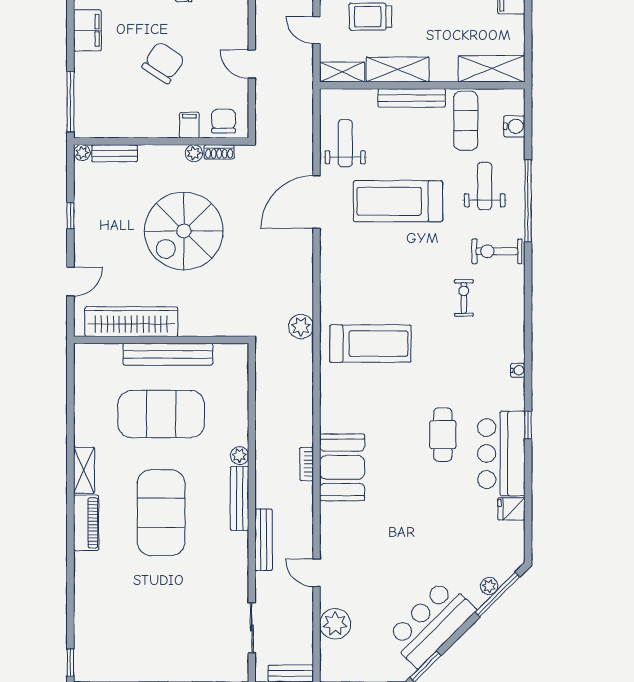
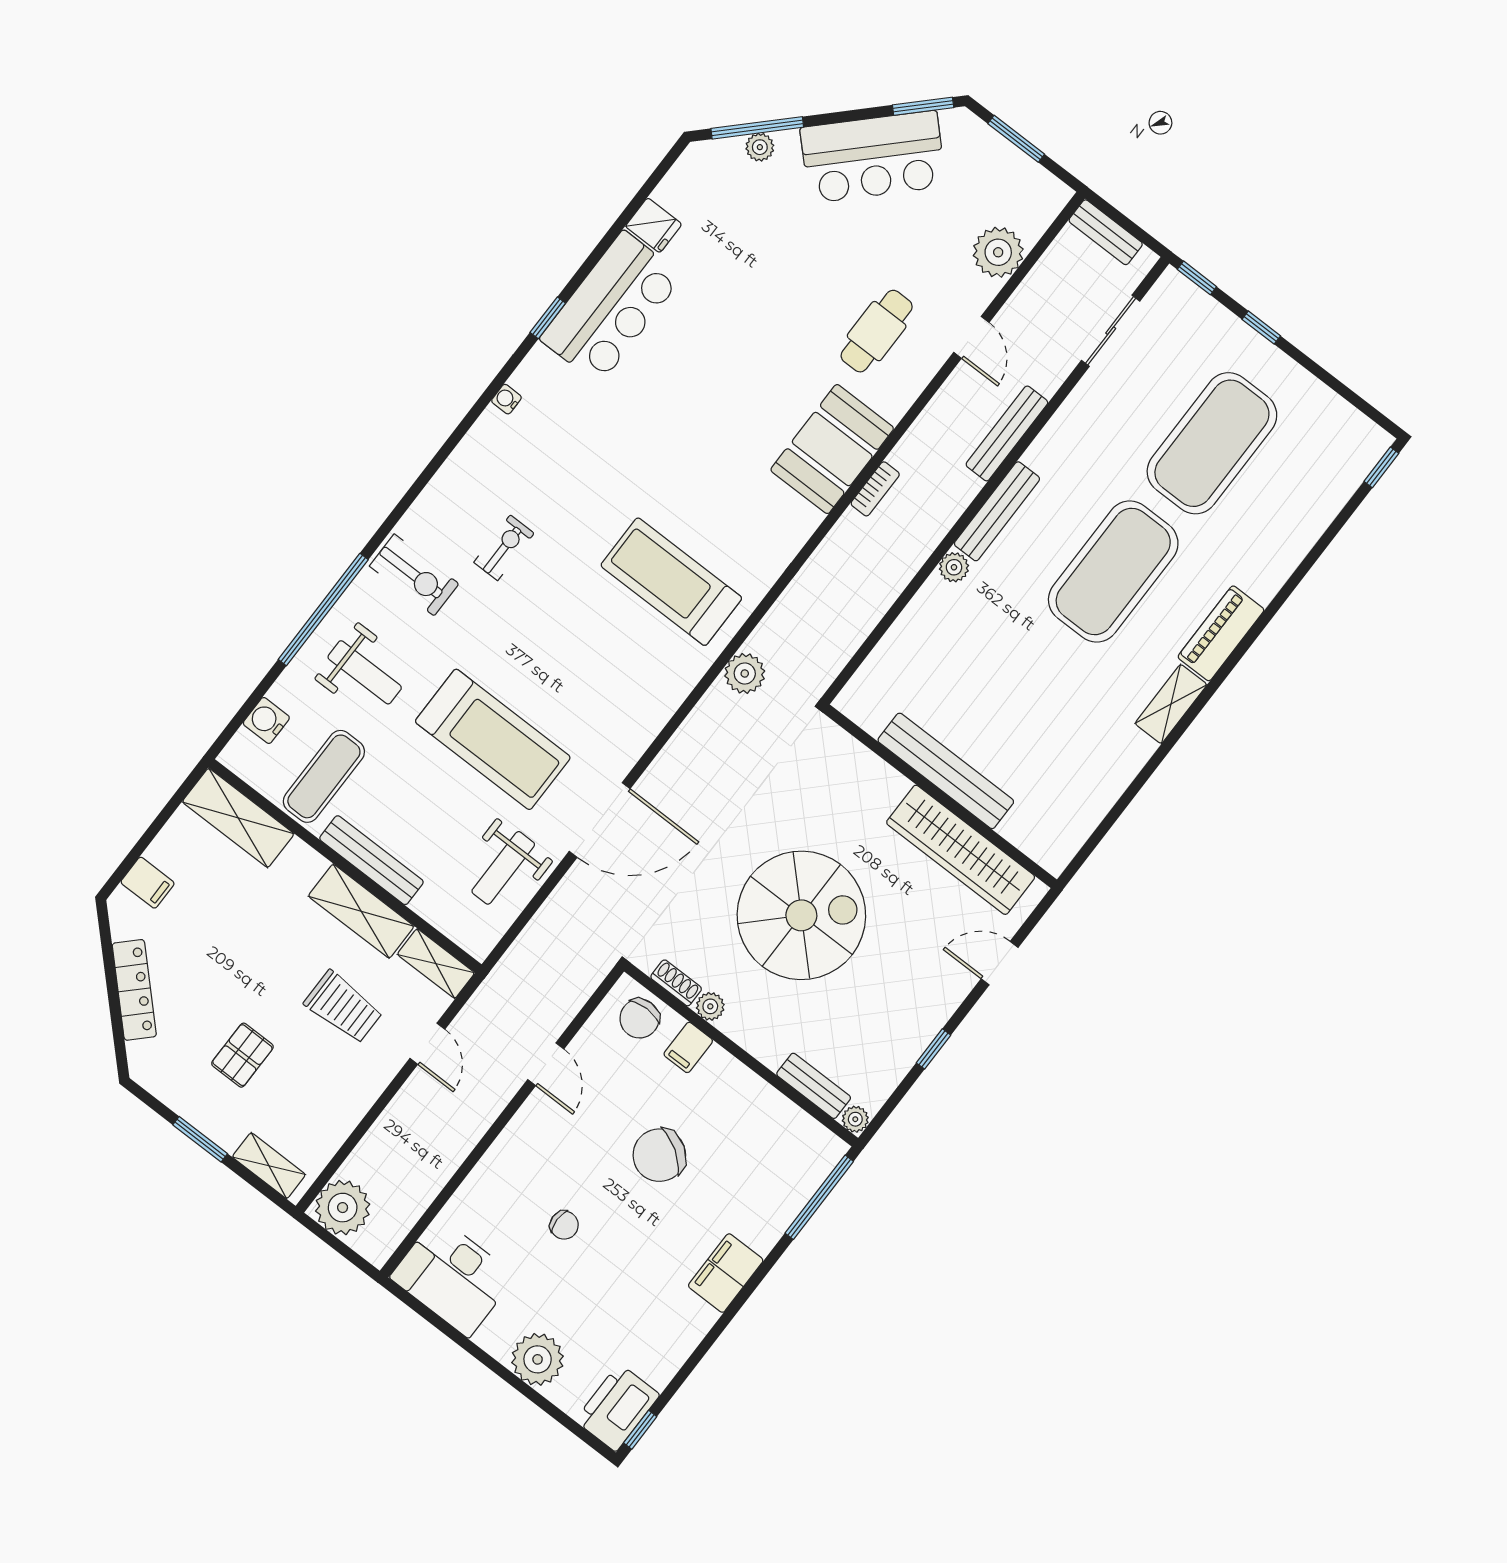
weight bench: (485, 186) -> (365, 672), turned -90
exercise bike: (464, 298) -> (504, 548), turned 180
exercise mat: (161, 414) -> (1212, 443), moved, turned 90
cafe table: (443, 435) -> (877, 331), moved

